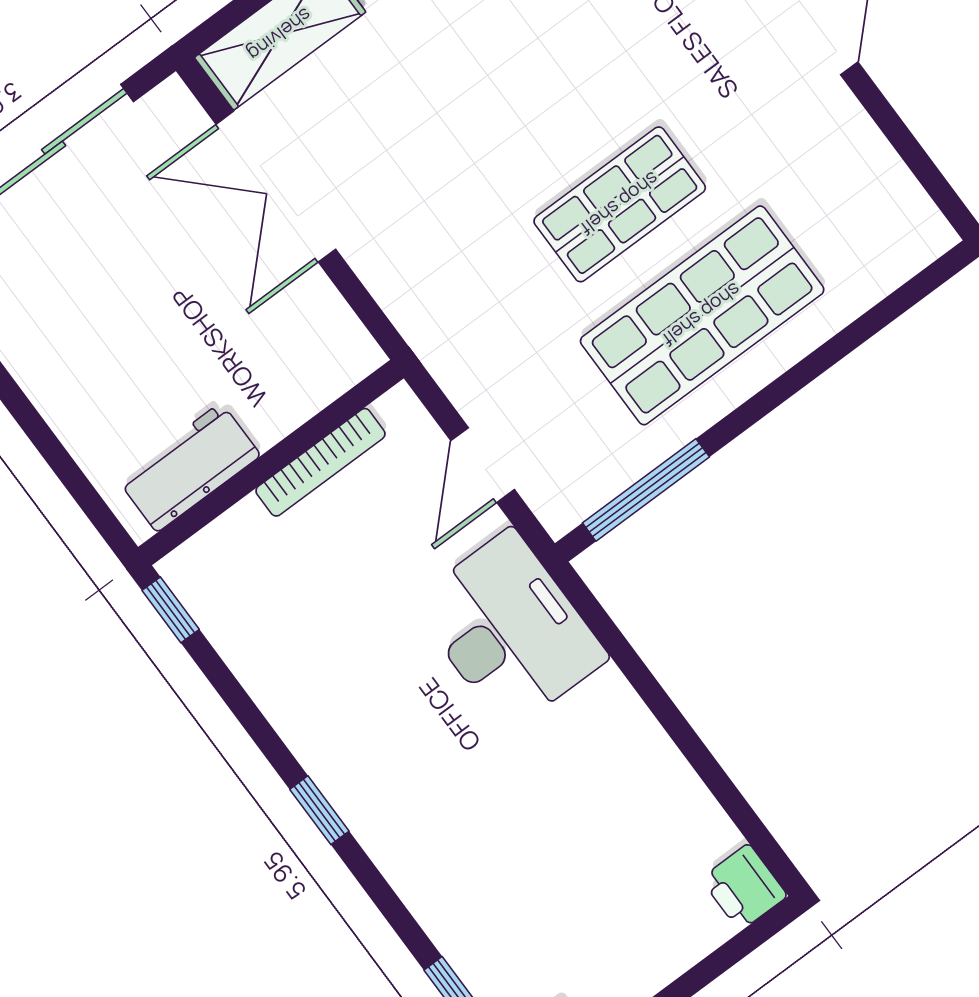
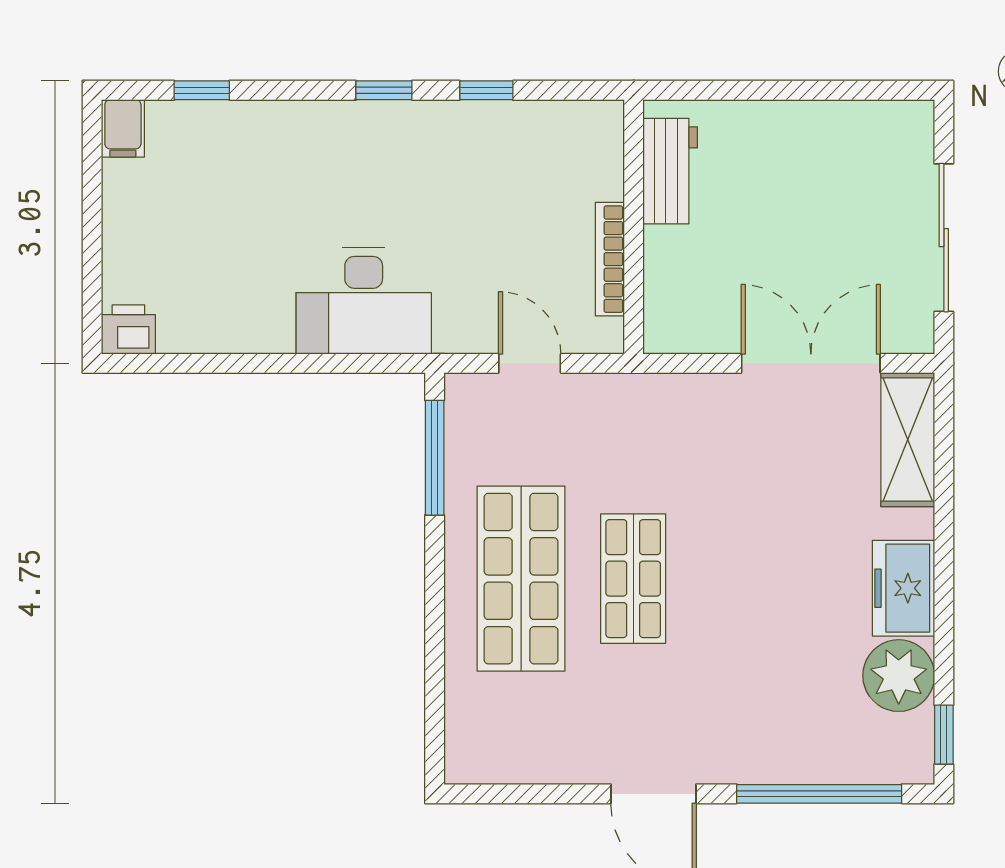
window: (171, 610) -> (486, 90), moved
desk: (509, 630) -> (364, 301), moved

